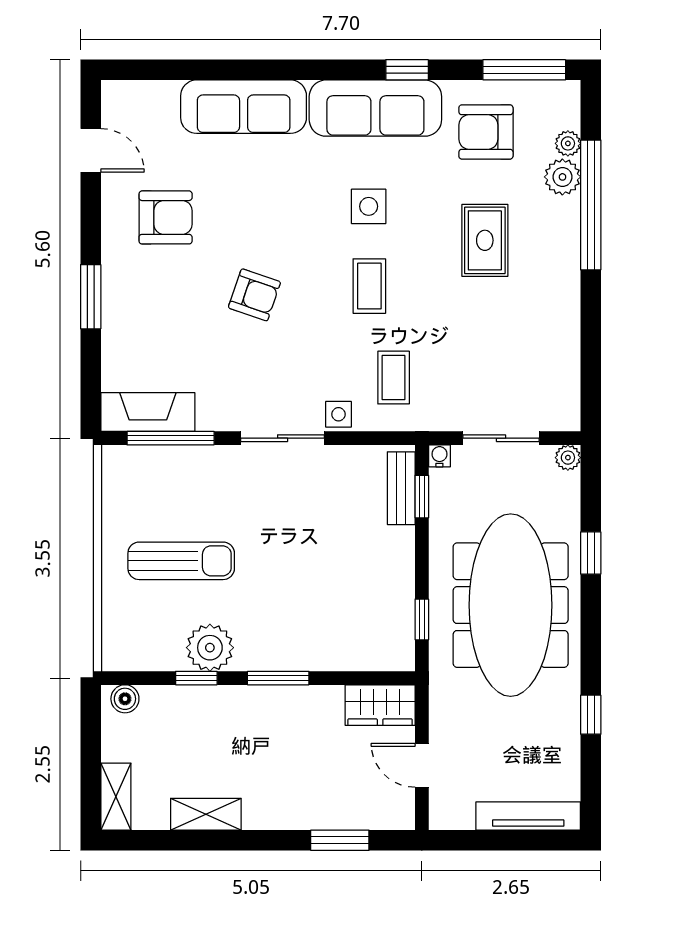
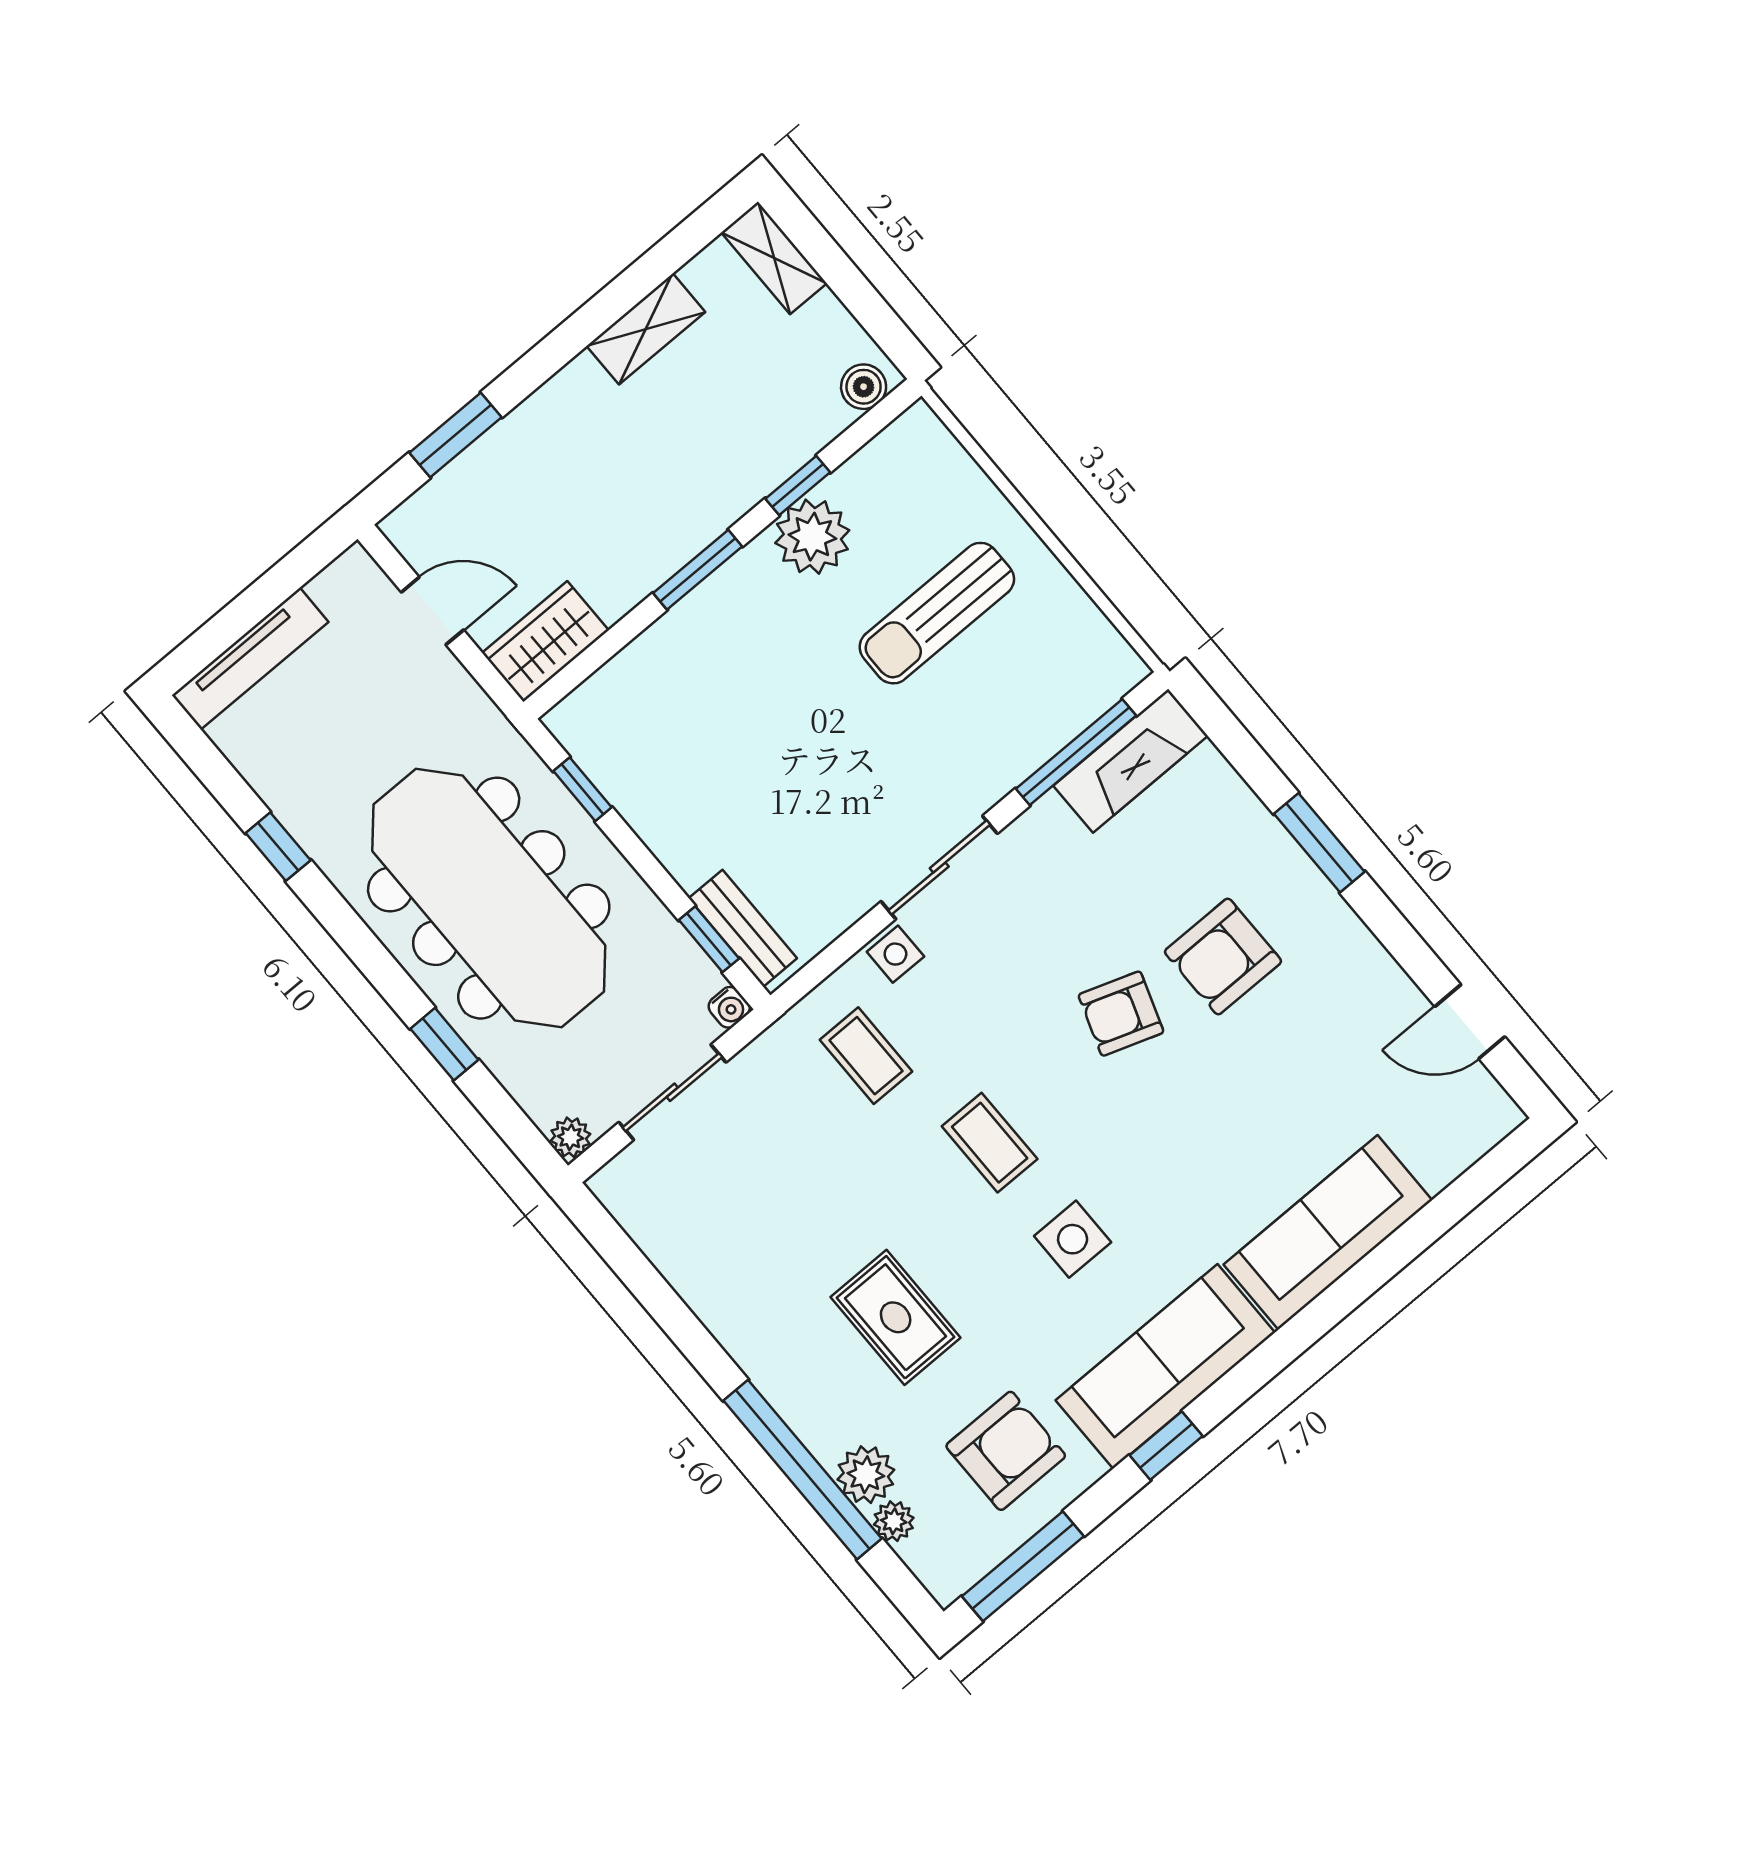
armchair: (166, 217) -> (1223, 956), moved

